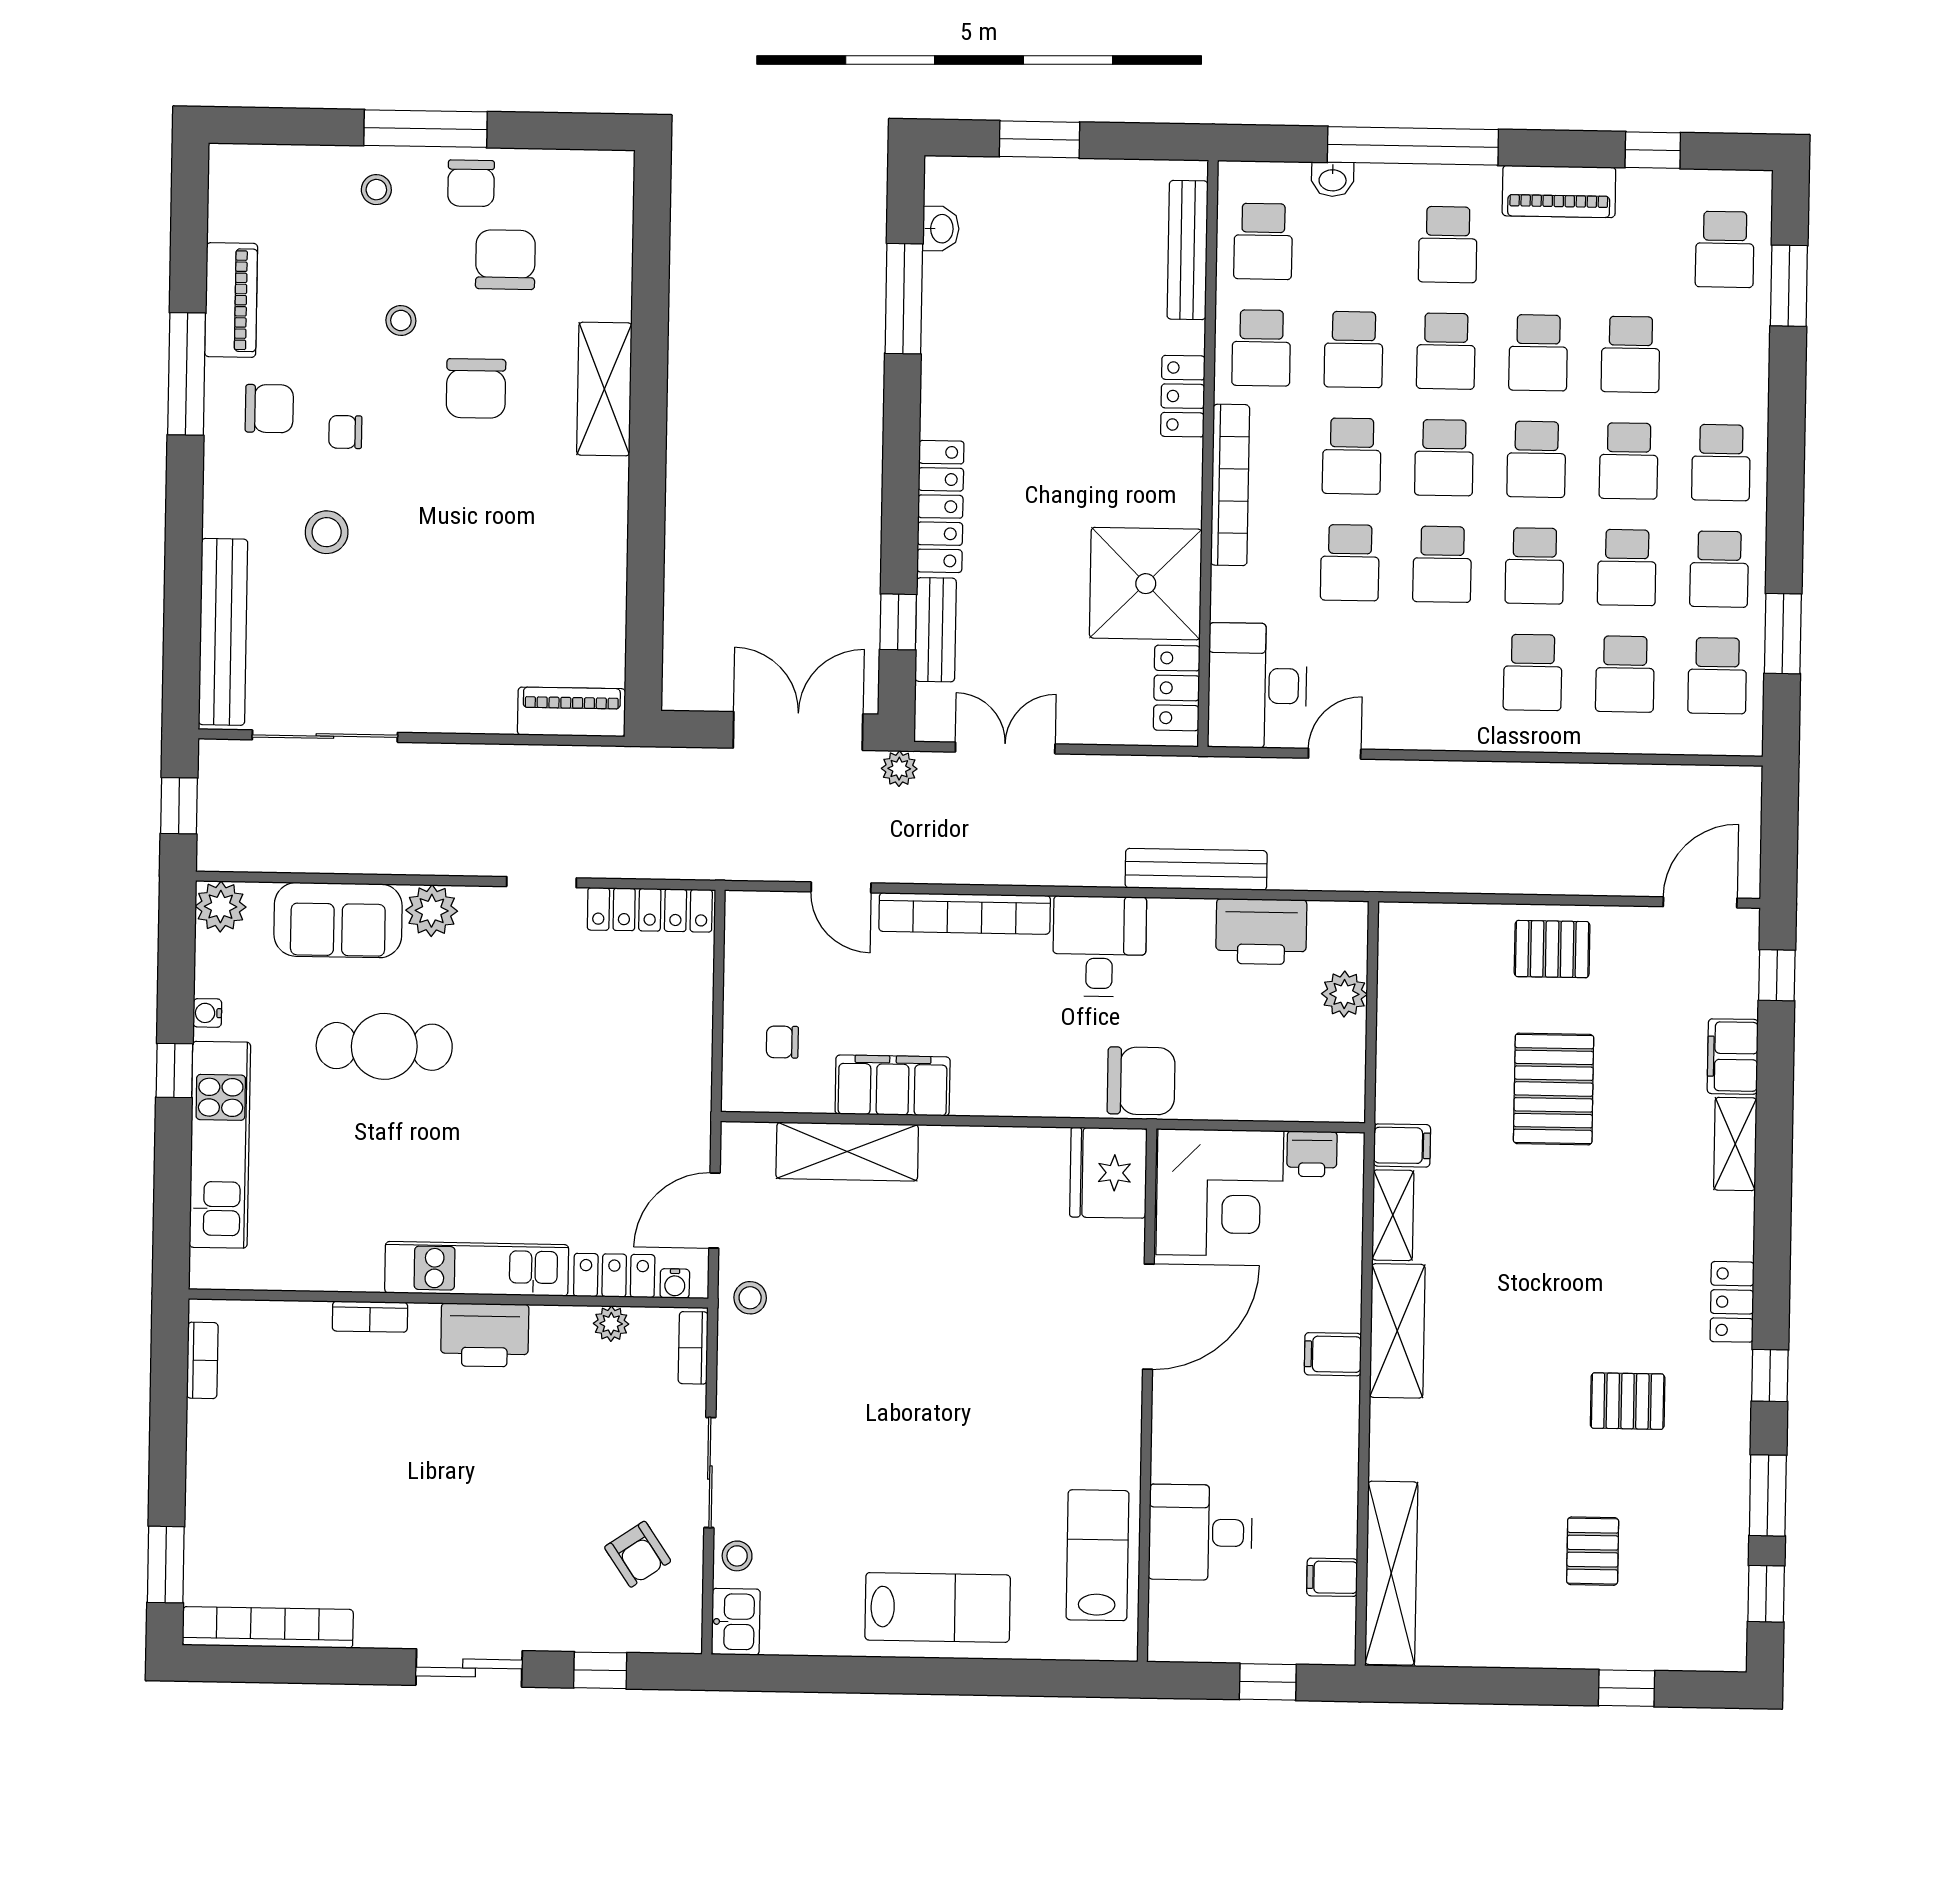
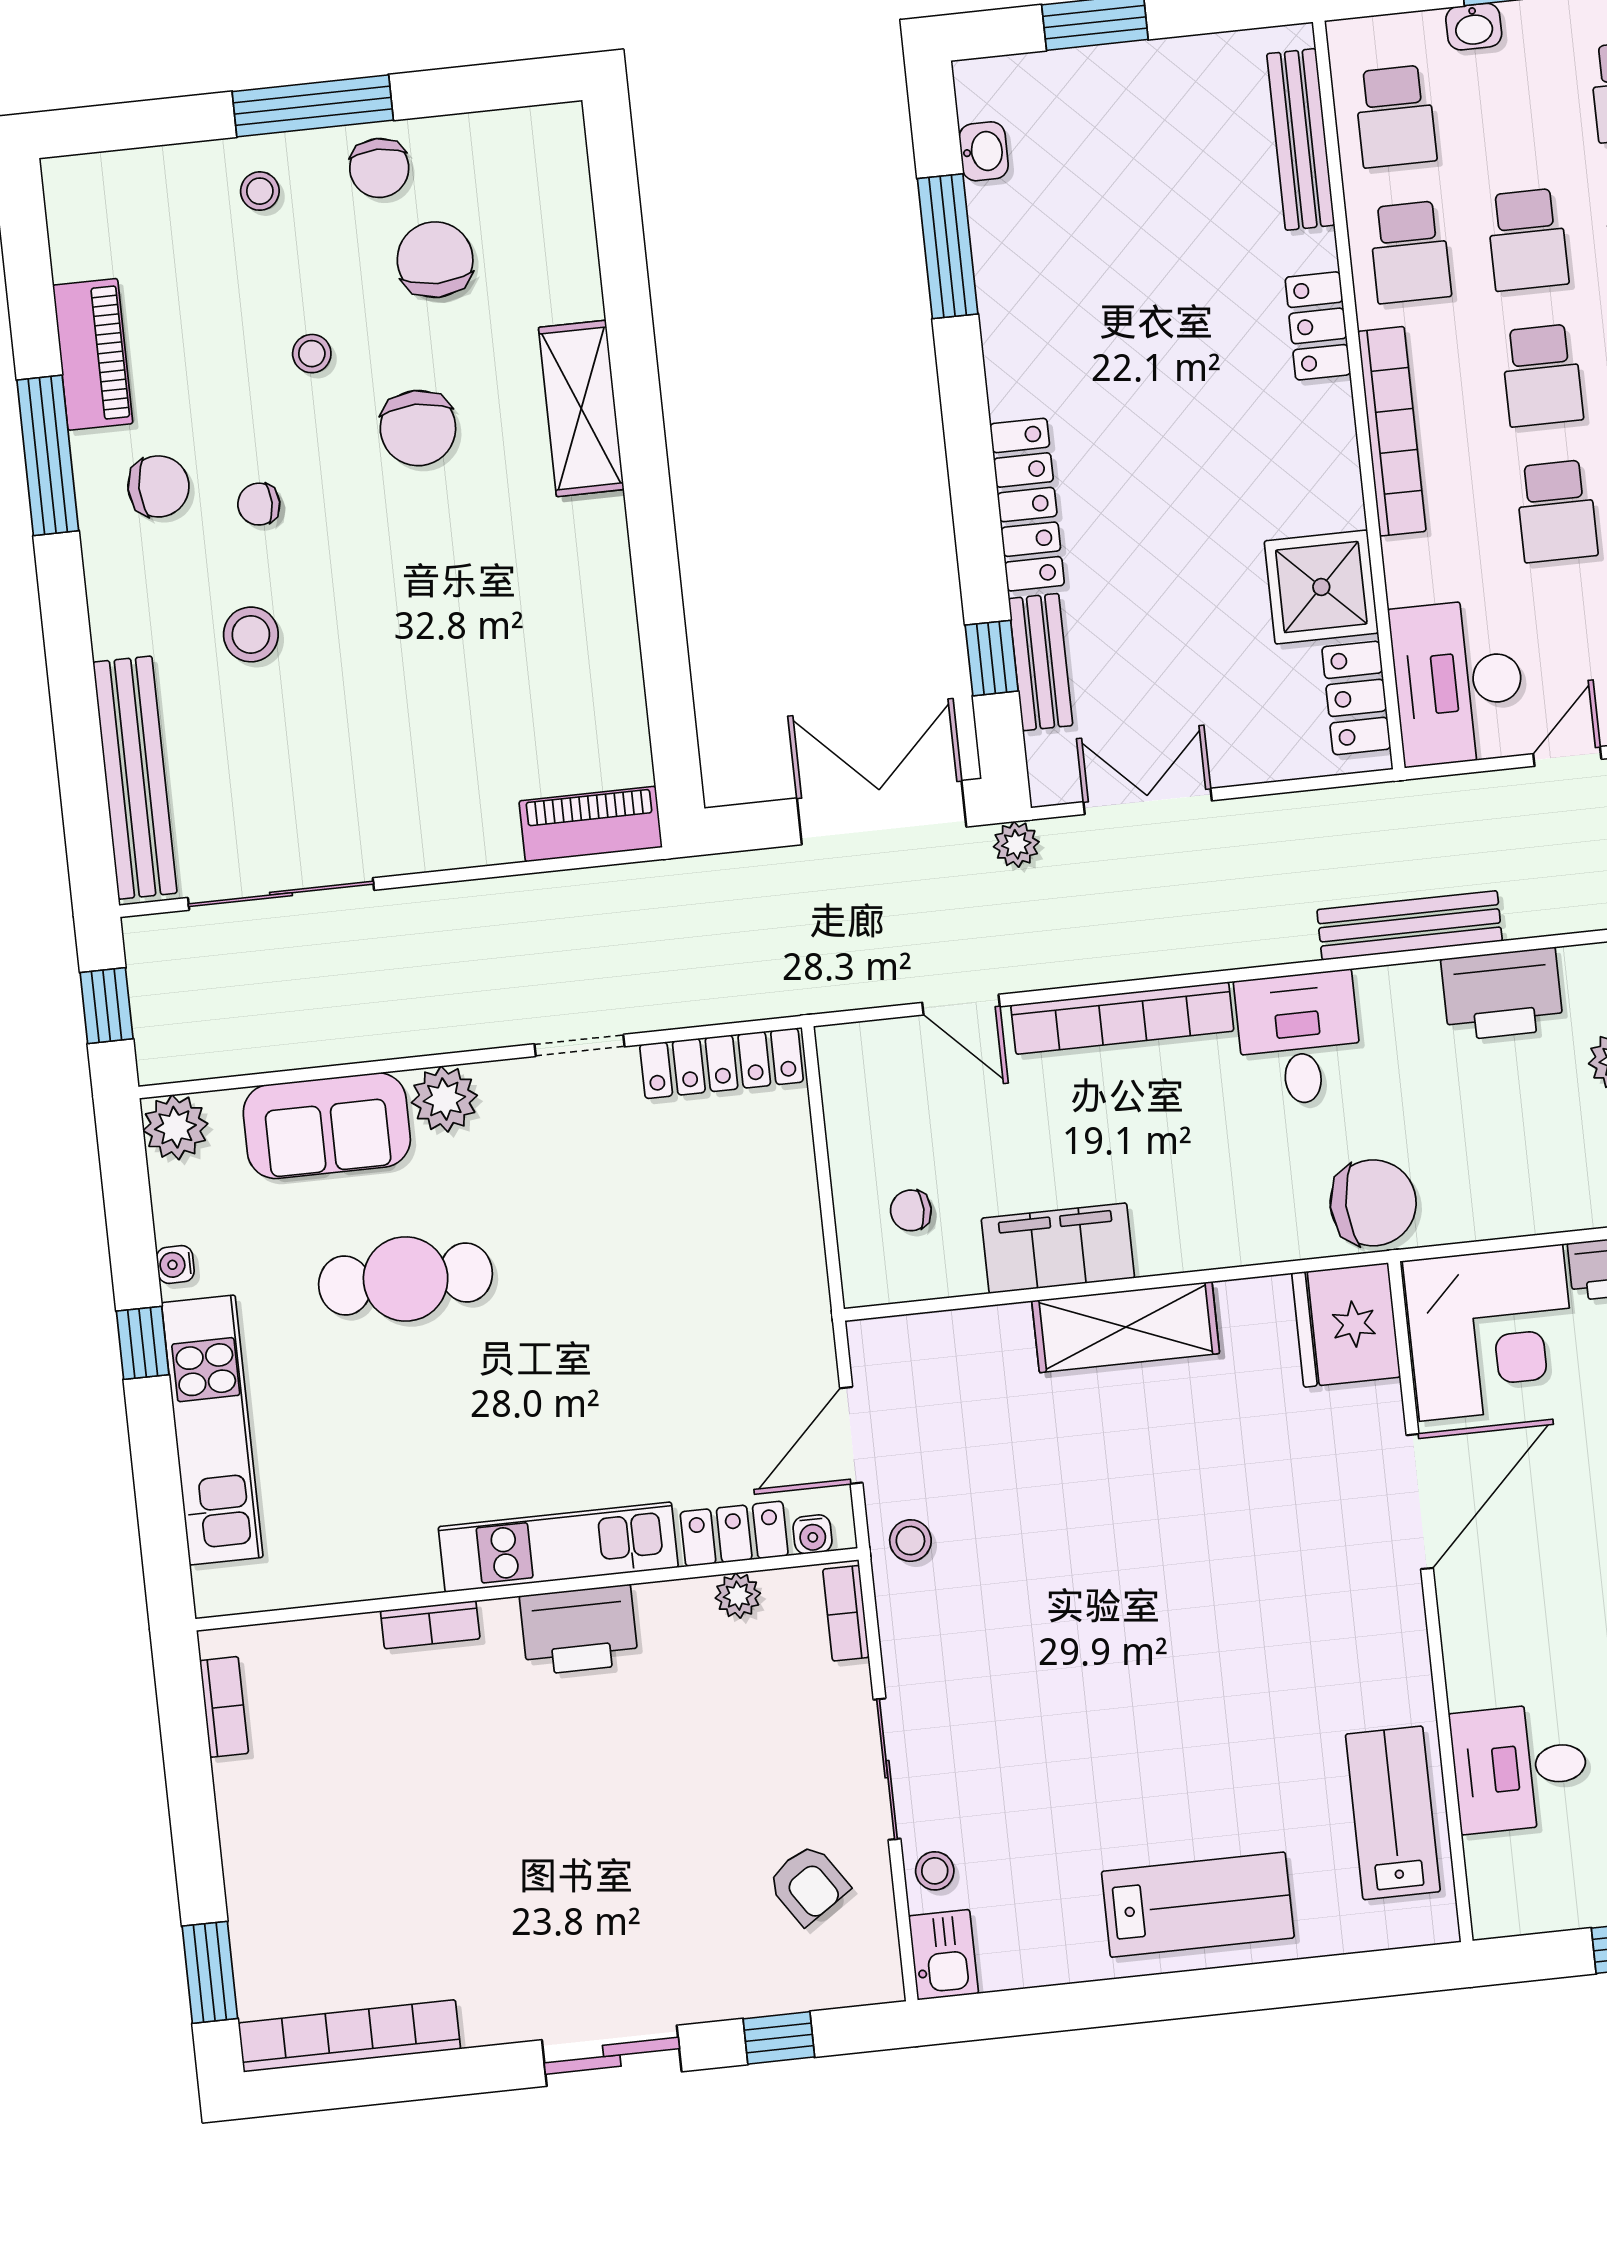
shower: (1146, 584) -> (1321, 587), width x0.73, depth x0.73
shelving: (847, 1152) -> (1126, 1327), moved

